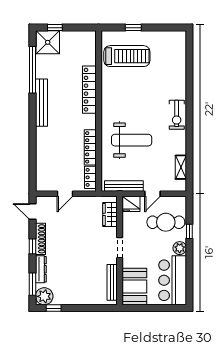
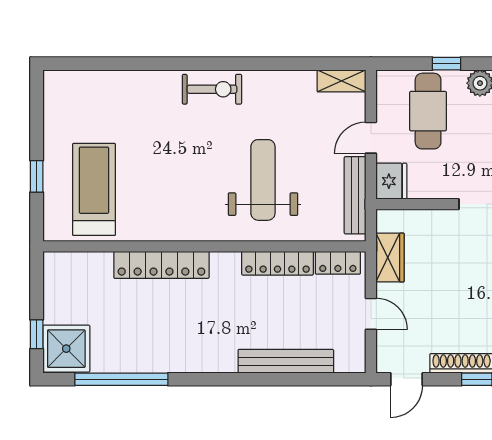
bench: (41, 103) -> (286, 361), moved
shelving: (181, 167) -> (341, 81), moved
door: (153, 194) -> (371, 138), swing flipped
wardrobe: (110, 214) -> (390, 257), moved, turned -90

